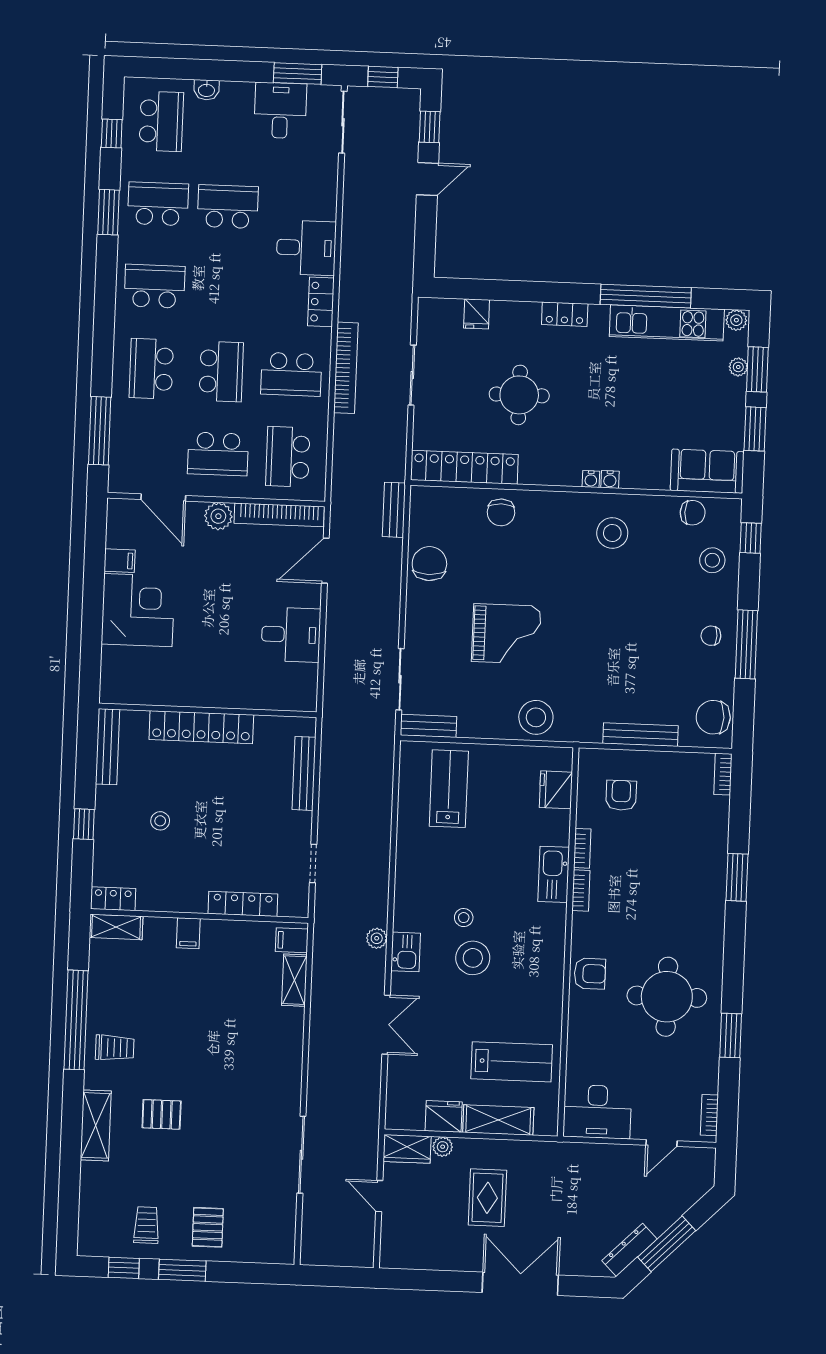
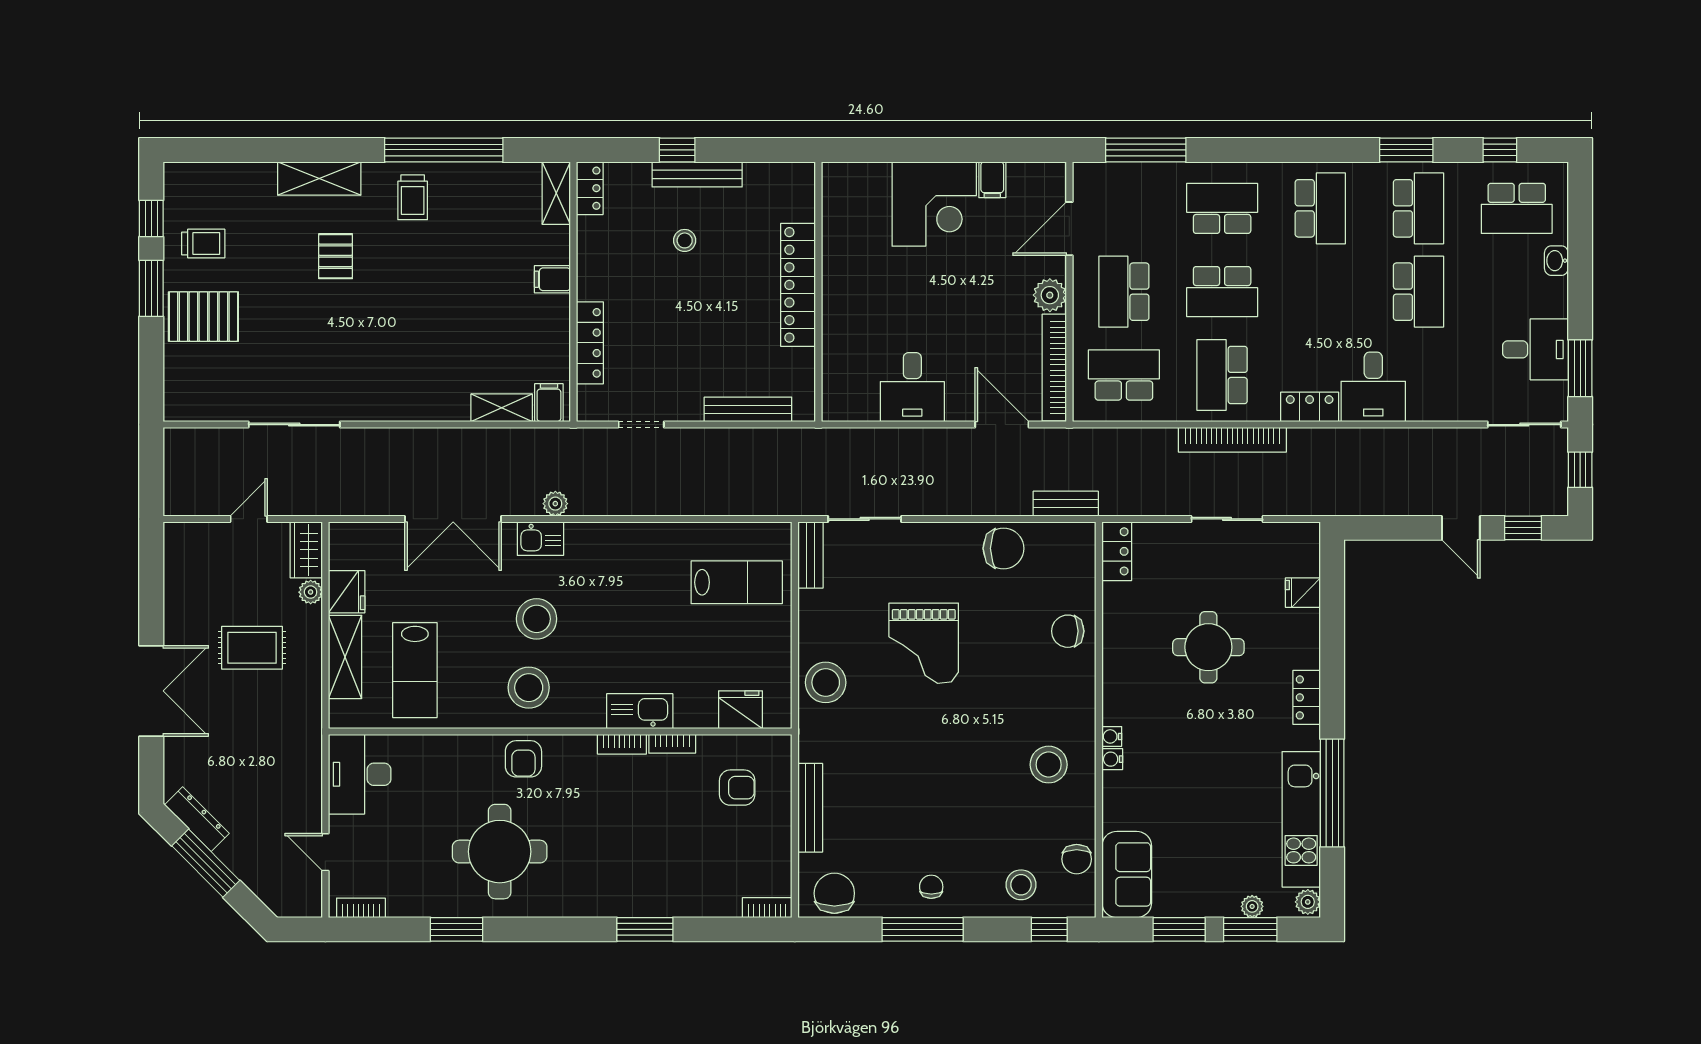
locker: (464, 467) -> (1117, 551), width x0.46, depth x0.83
bench: (108, 747) -> (697, 174), moved
stool: (464, 918) -> (529, 688), moved, width x1.89, depth x1.89
double door: (386, 1025) -> (453, 519), width x1.37
pallet: (208, 1227) -> (203, 317), width x1.50, depth x1.42

